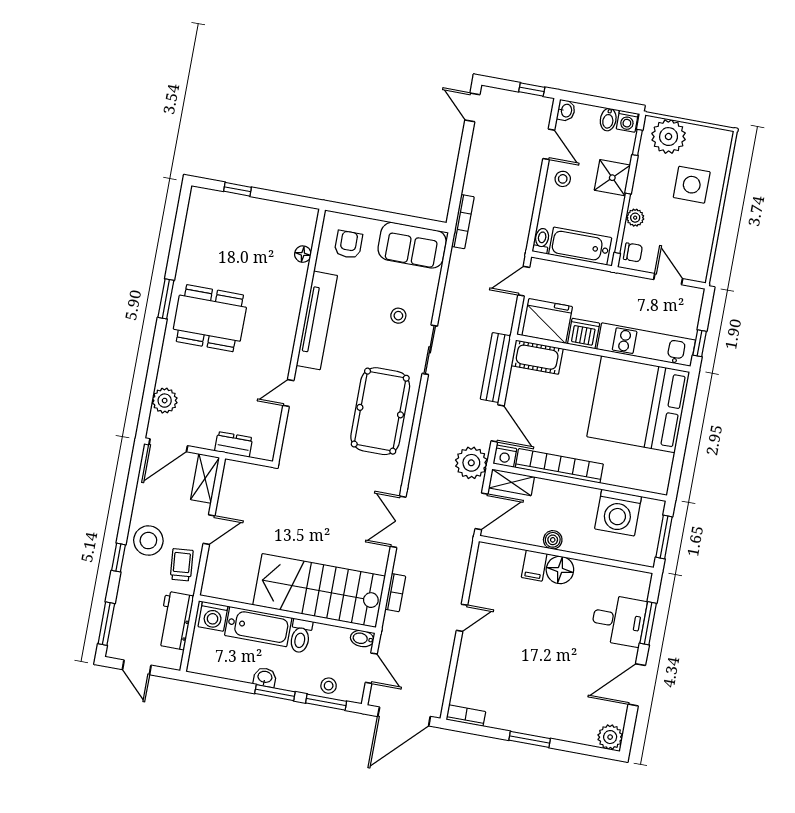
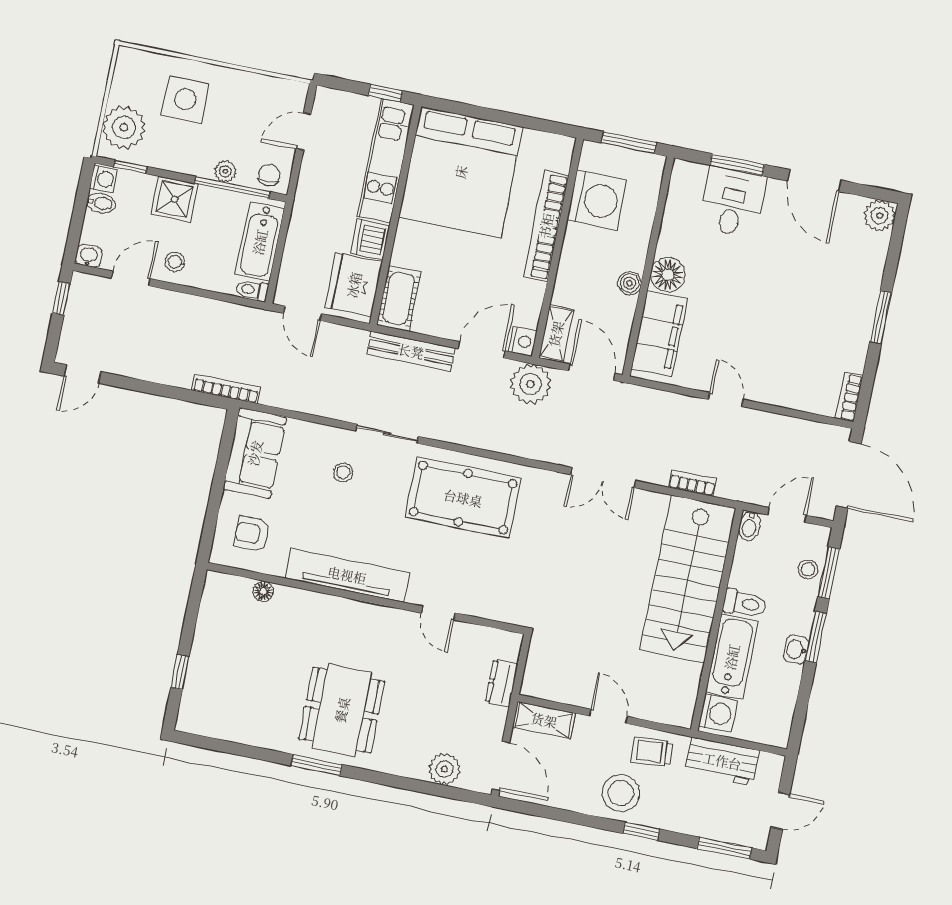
bookcase: (559, 466) -> (546, 226), moved
filing cabinet: (534, 566) -> (659, 334), width x3.00, depth x1.17

